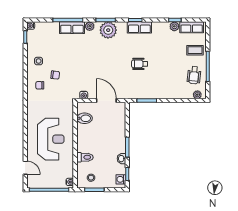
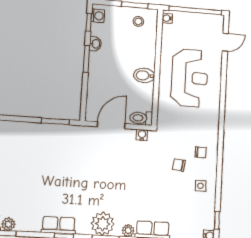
wheelchair: (140, 64) -> (62, 173), removed
door: (106, 101) -> (111, 125), swing flipped
bidet: (84, 118) -> (144, 75), moved
reception desk: (51, 139) -> (189, 78), turned 180
toilet: (85, 157) -> (141, 118), moved
door: (25, 168) -> (225, 42), swing flipped

